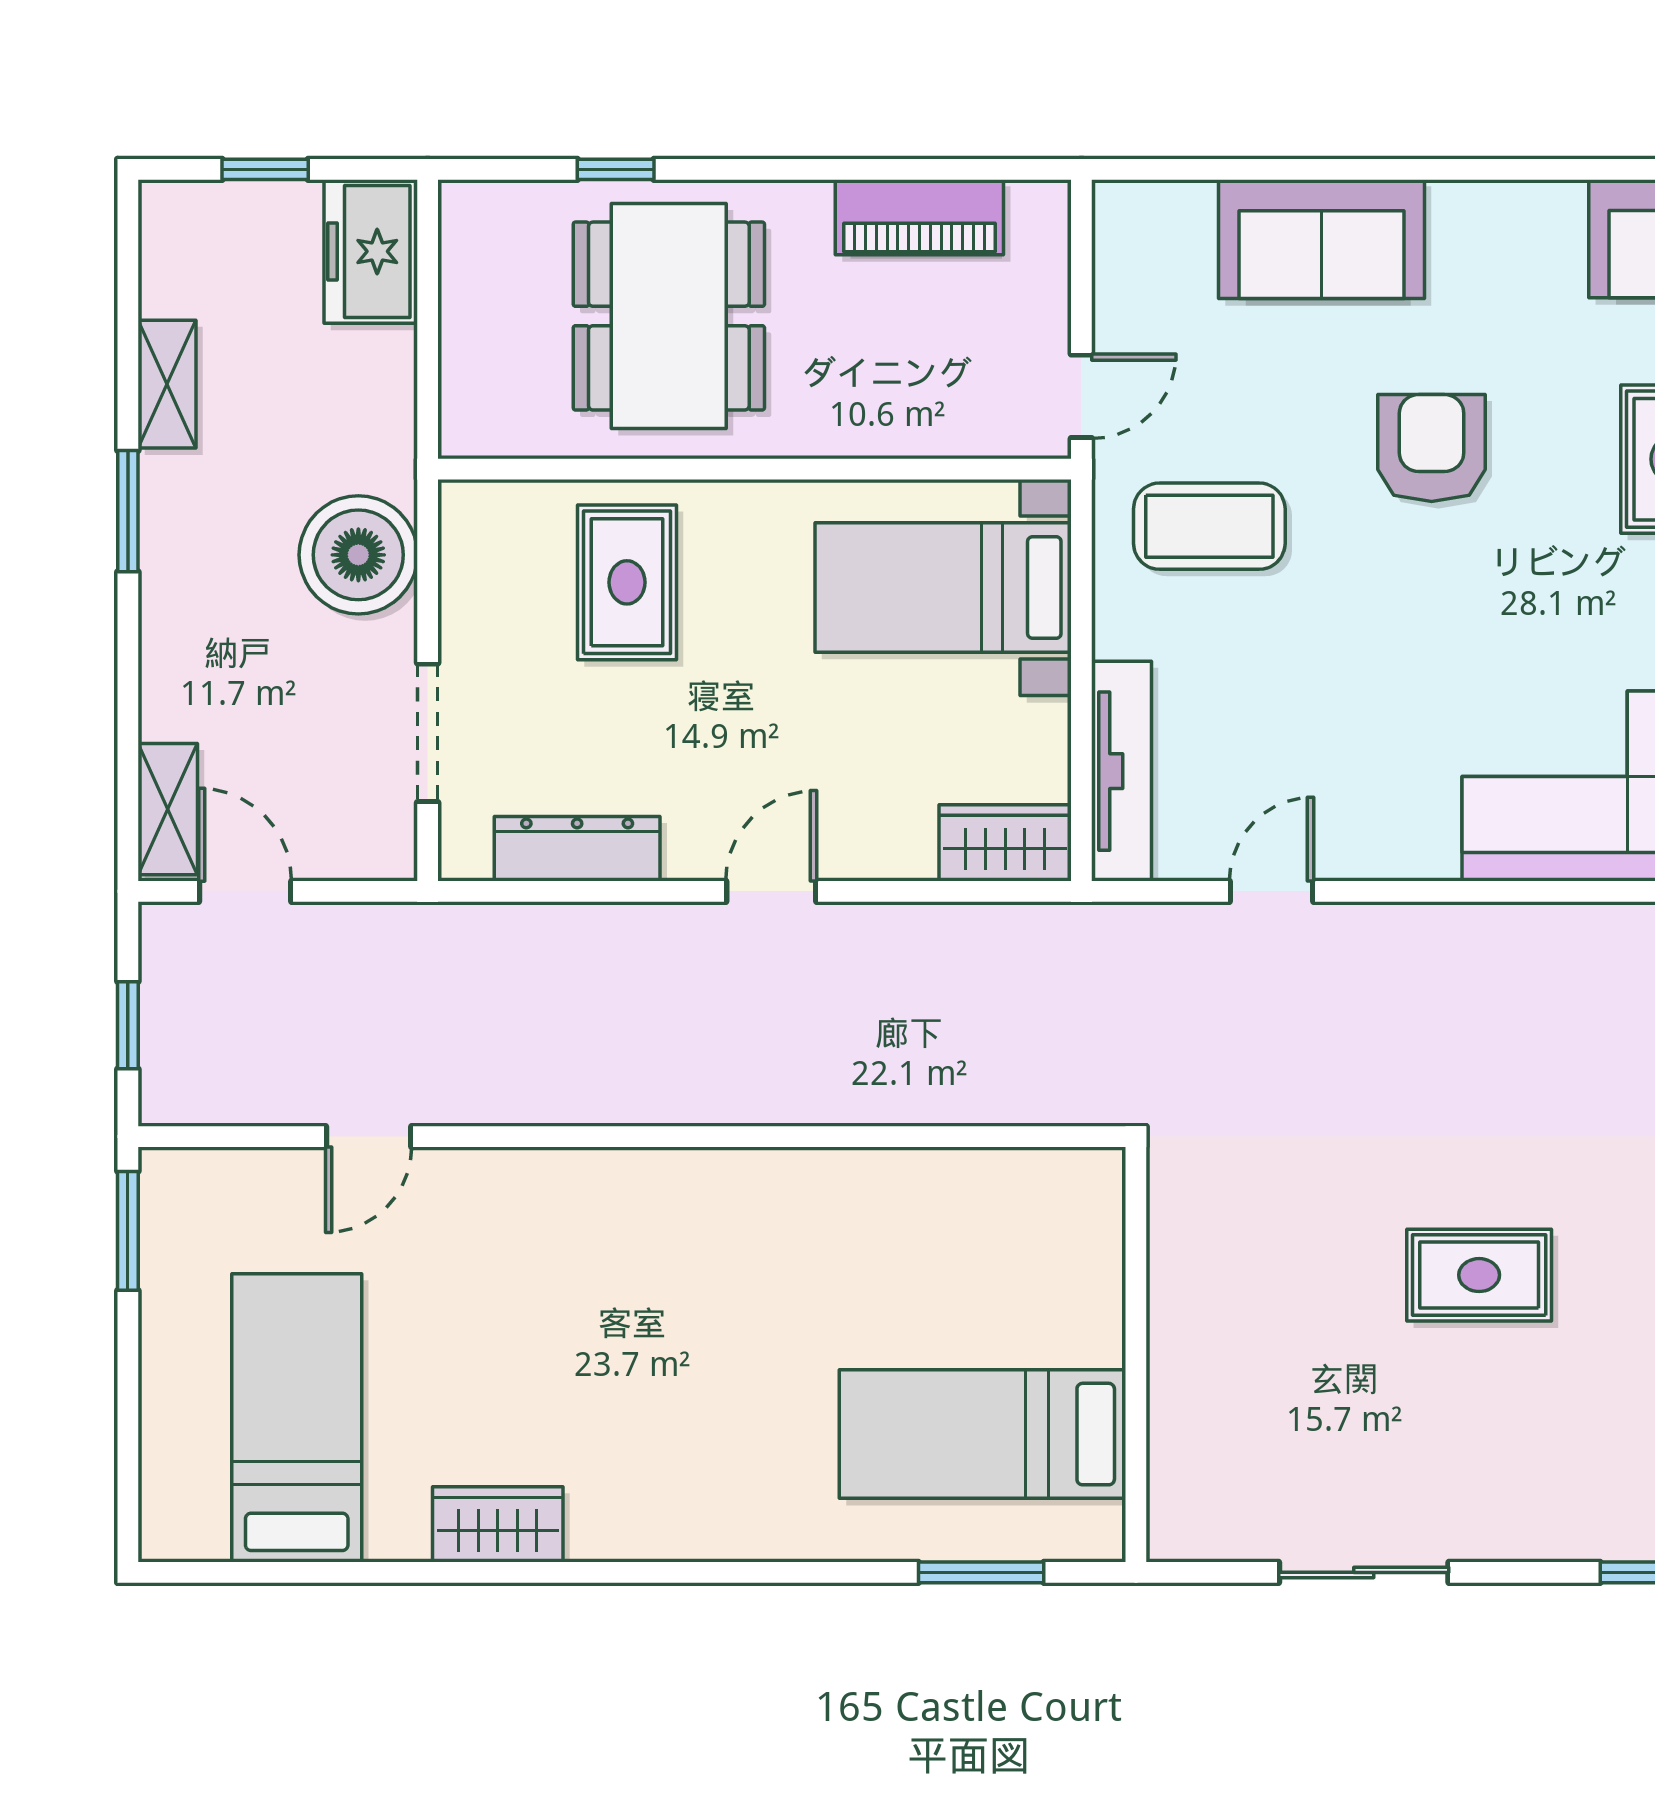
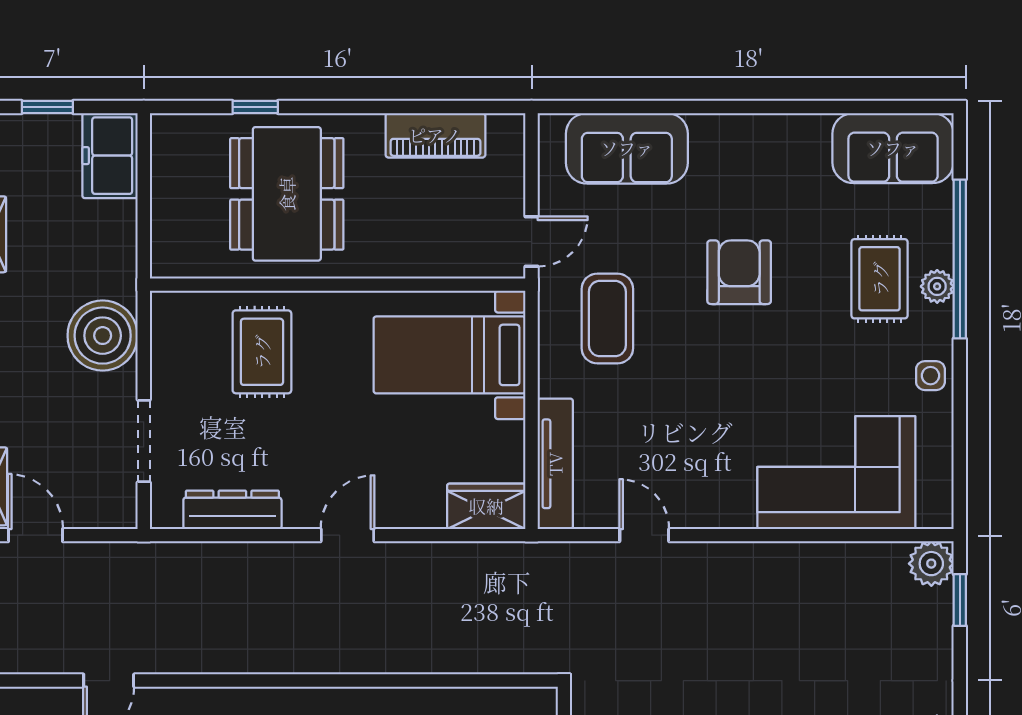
sofa: (1321, 239) -> (627, 148), moved
coffee table: (1209, 526) -> (607, 319), turned 90
door: (1272, 891) -> (644, 535), hinge flipped

